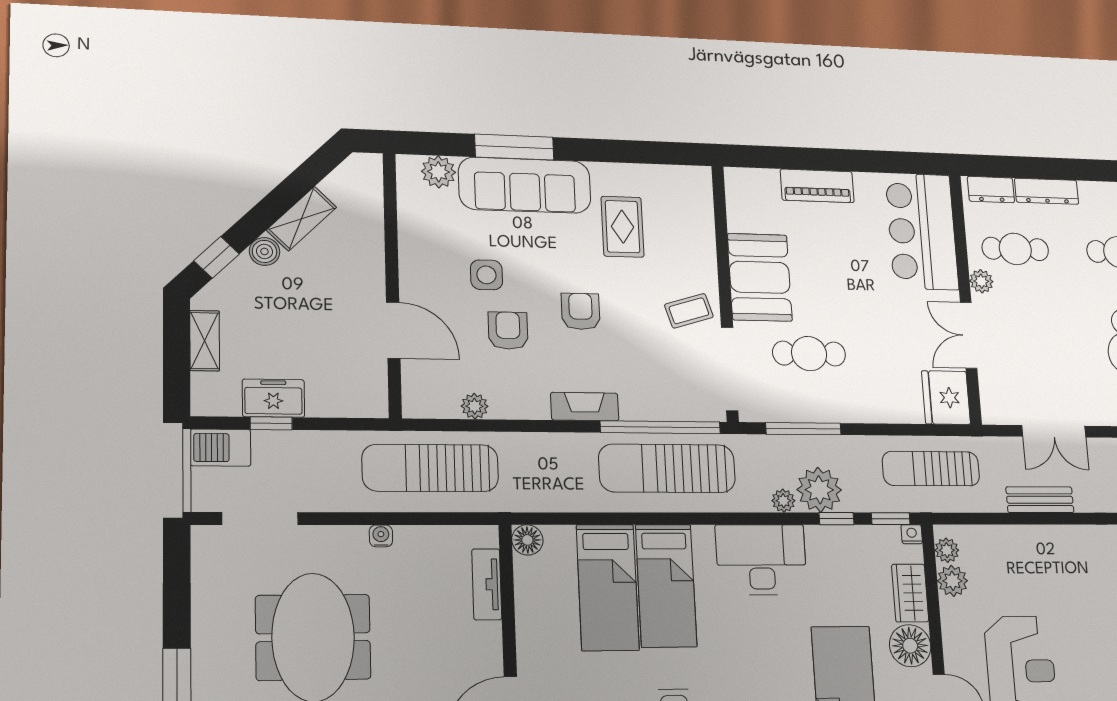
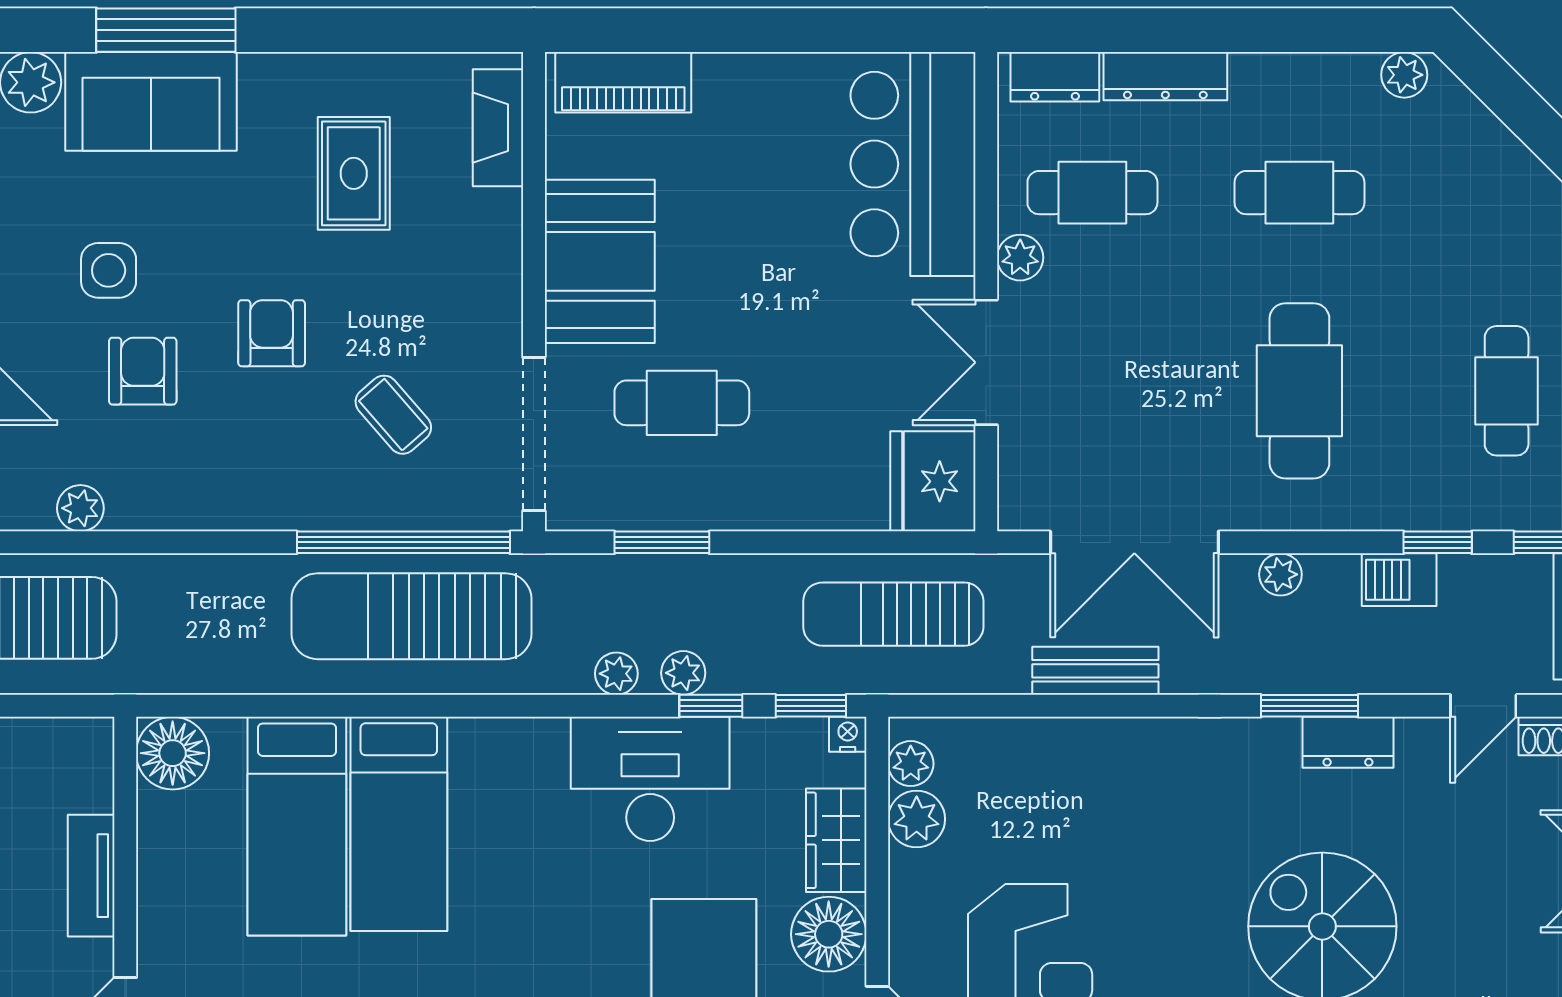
sofa: (525, 185) -> (151, 101), width x0.73
piano: (817, 186) -> (623, 82), moved
coffee table: (689, 311) -> (393, 415), moved, turned 66
fireplace: (585, 406) -> (498, 128), moved, turned -90
window: (803, 429) -> (662, 542), width x0.69
double door: (1054, 431) -> (1134, 542), width x1.37
plant: (819, 490) -> (683, 673), width x0.53, depth x0.53
floor lamp: (527, 540) -> (173, 753), width x1.38, depth x1.38
desk: (761, 560) -> (650, 779), moved
tv unit: (487, 584) -> (91, 876), moved

